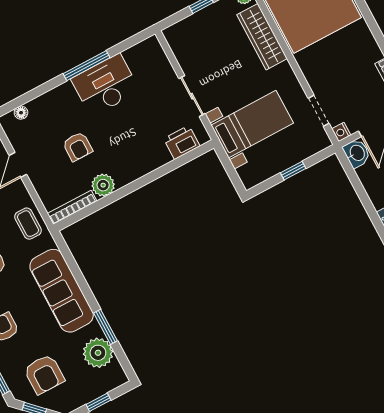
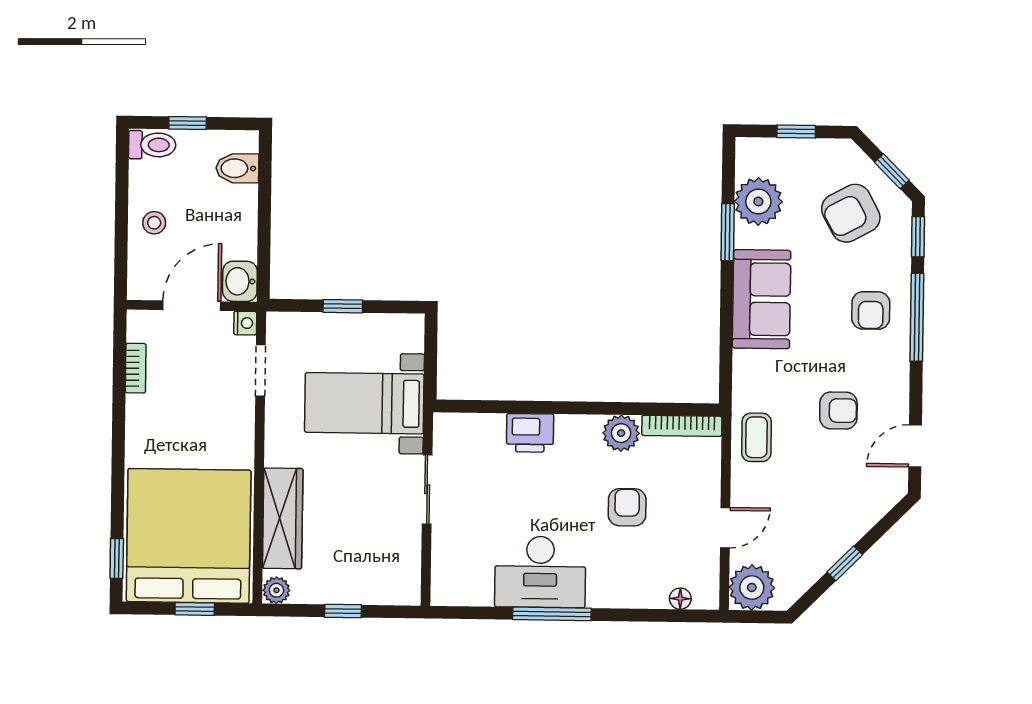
printer: (182, 142) -> (530, 433), moved
sofa: (62, 291) -> (762, 299), width x0.73
armchair: (44, 374) -> (851, 213), turned -118

